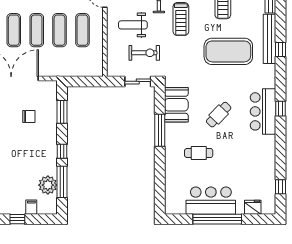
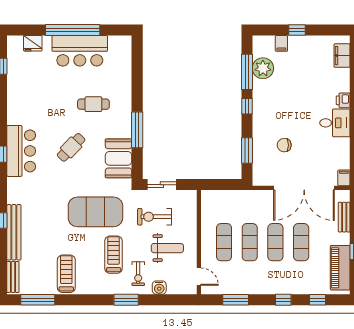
exercise mat: (228, 51) -> (95, 212), moved

